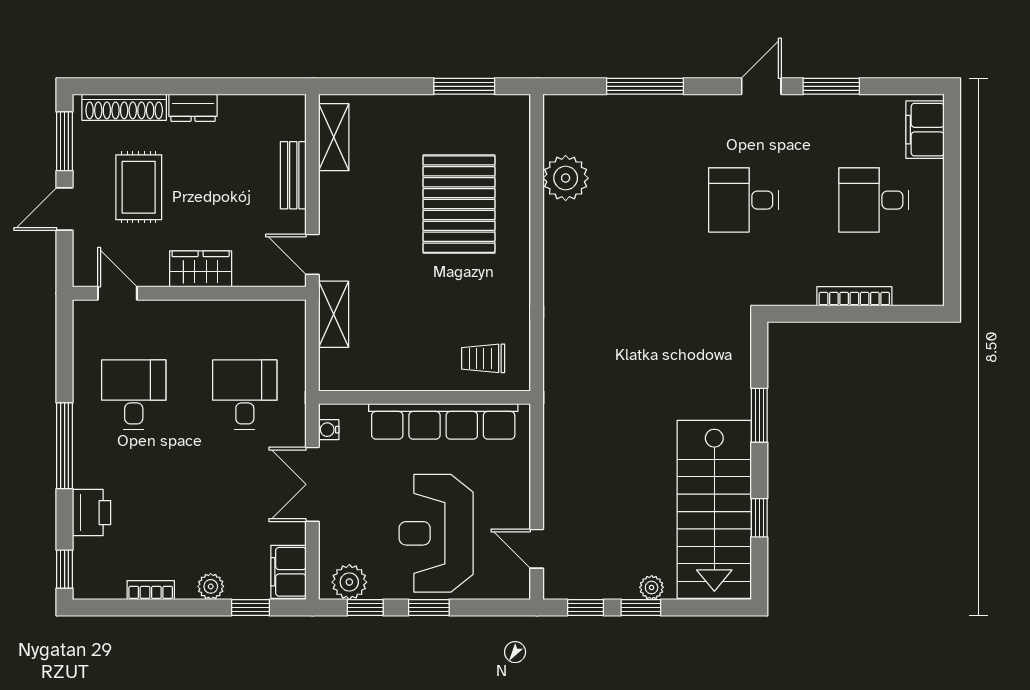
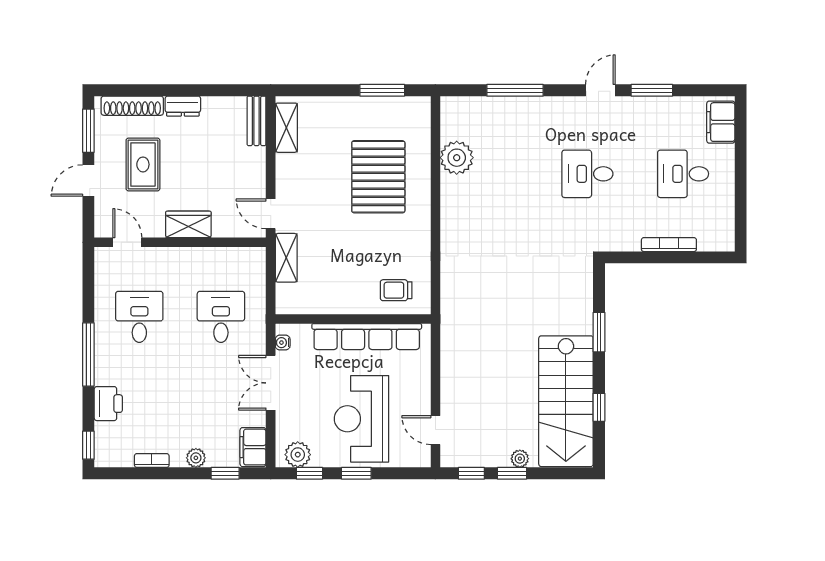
bench: (293, 175) -> (257, 121), moved

